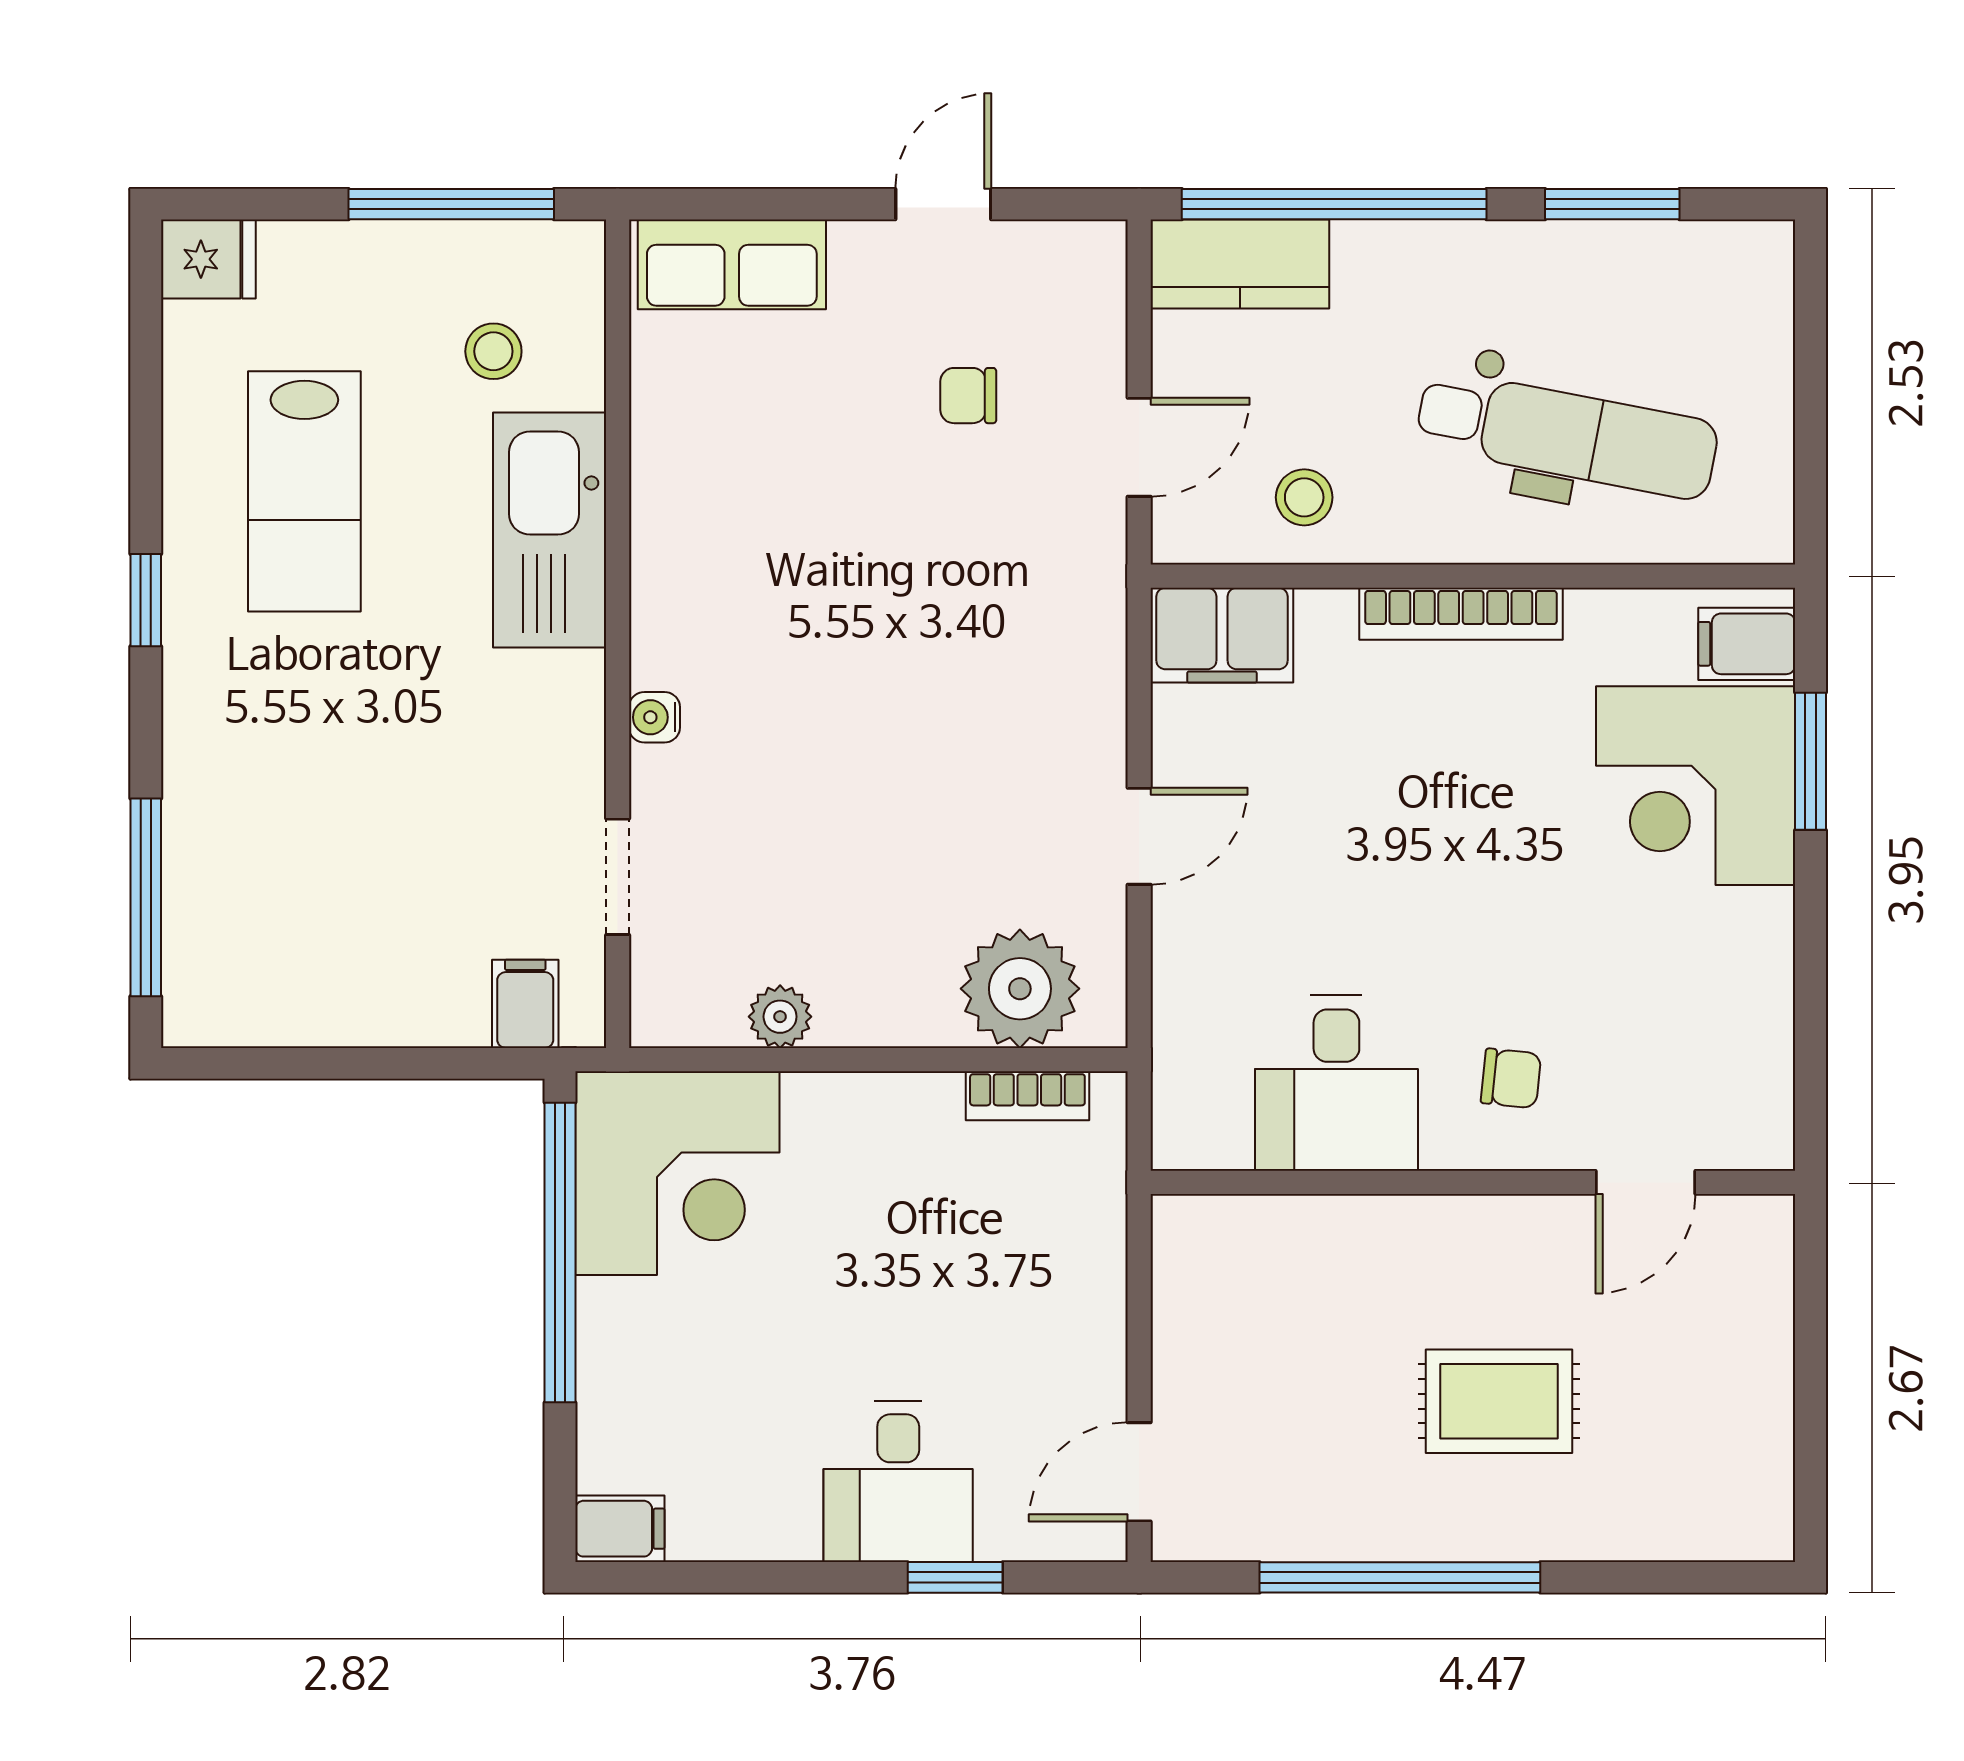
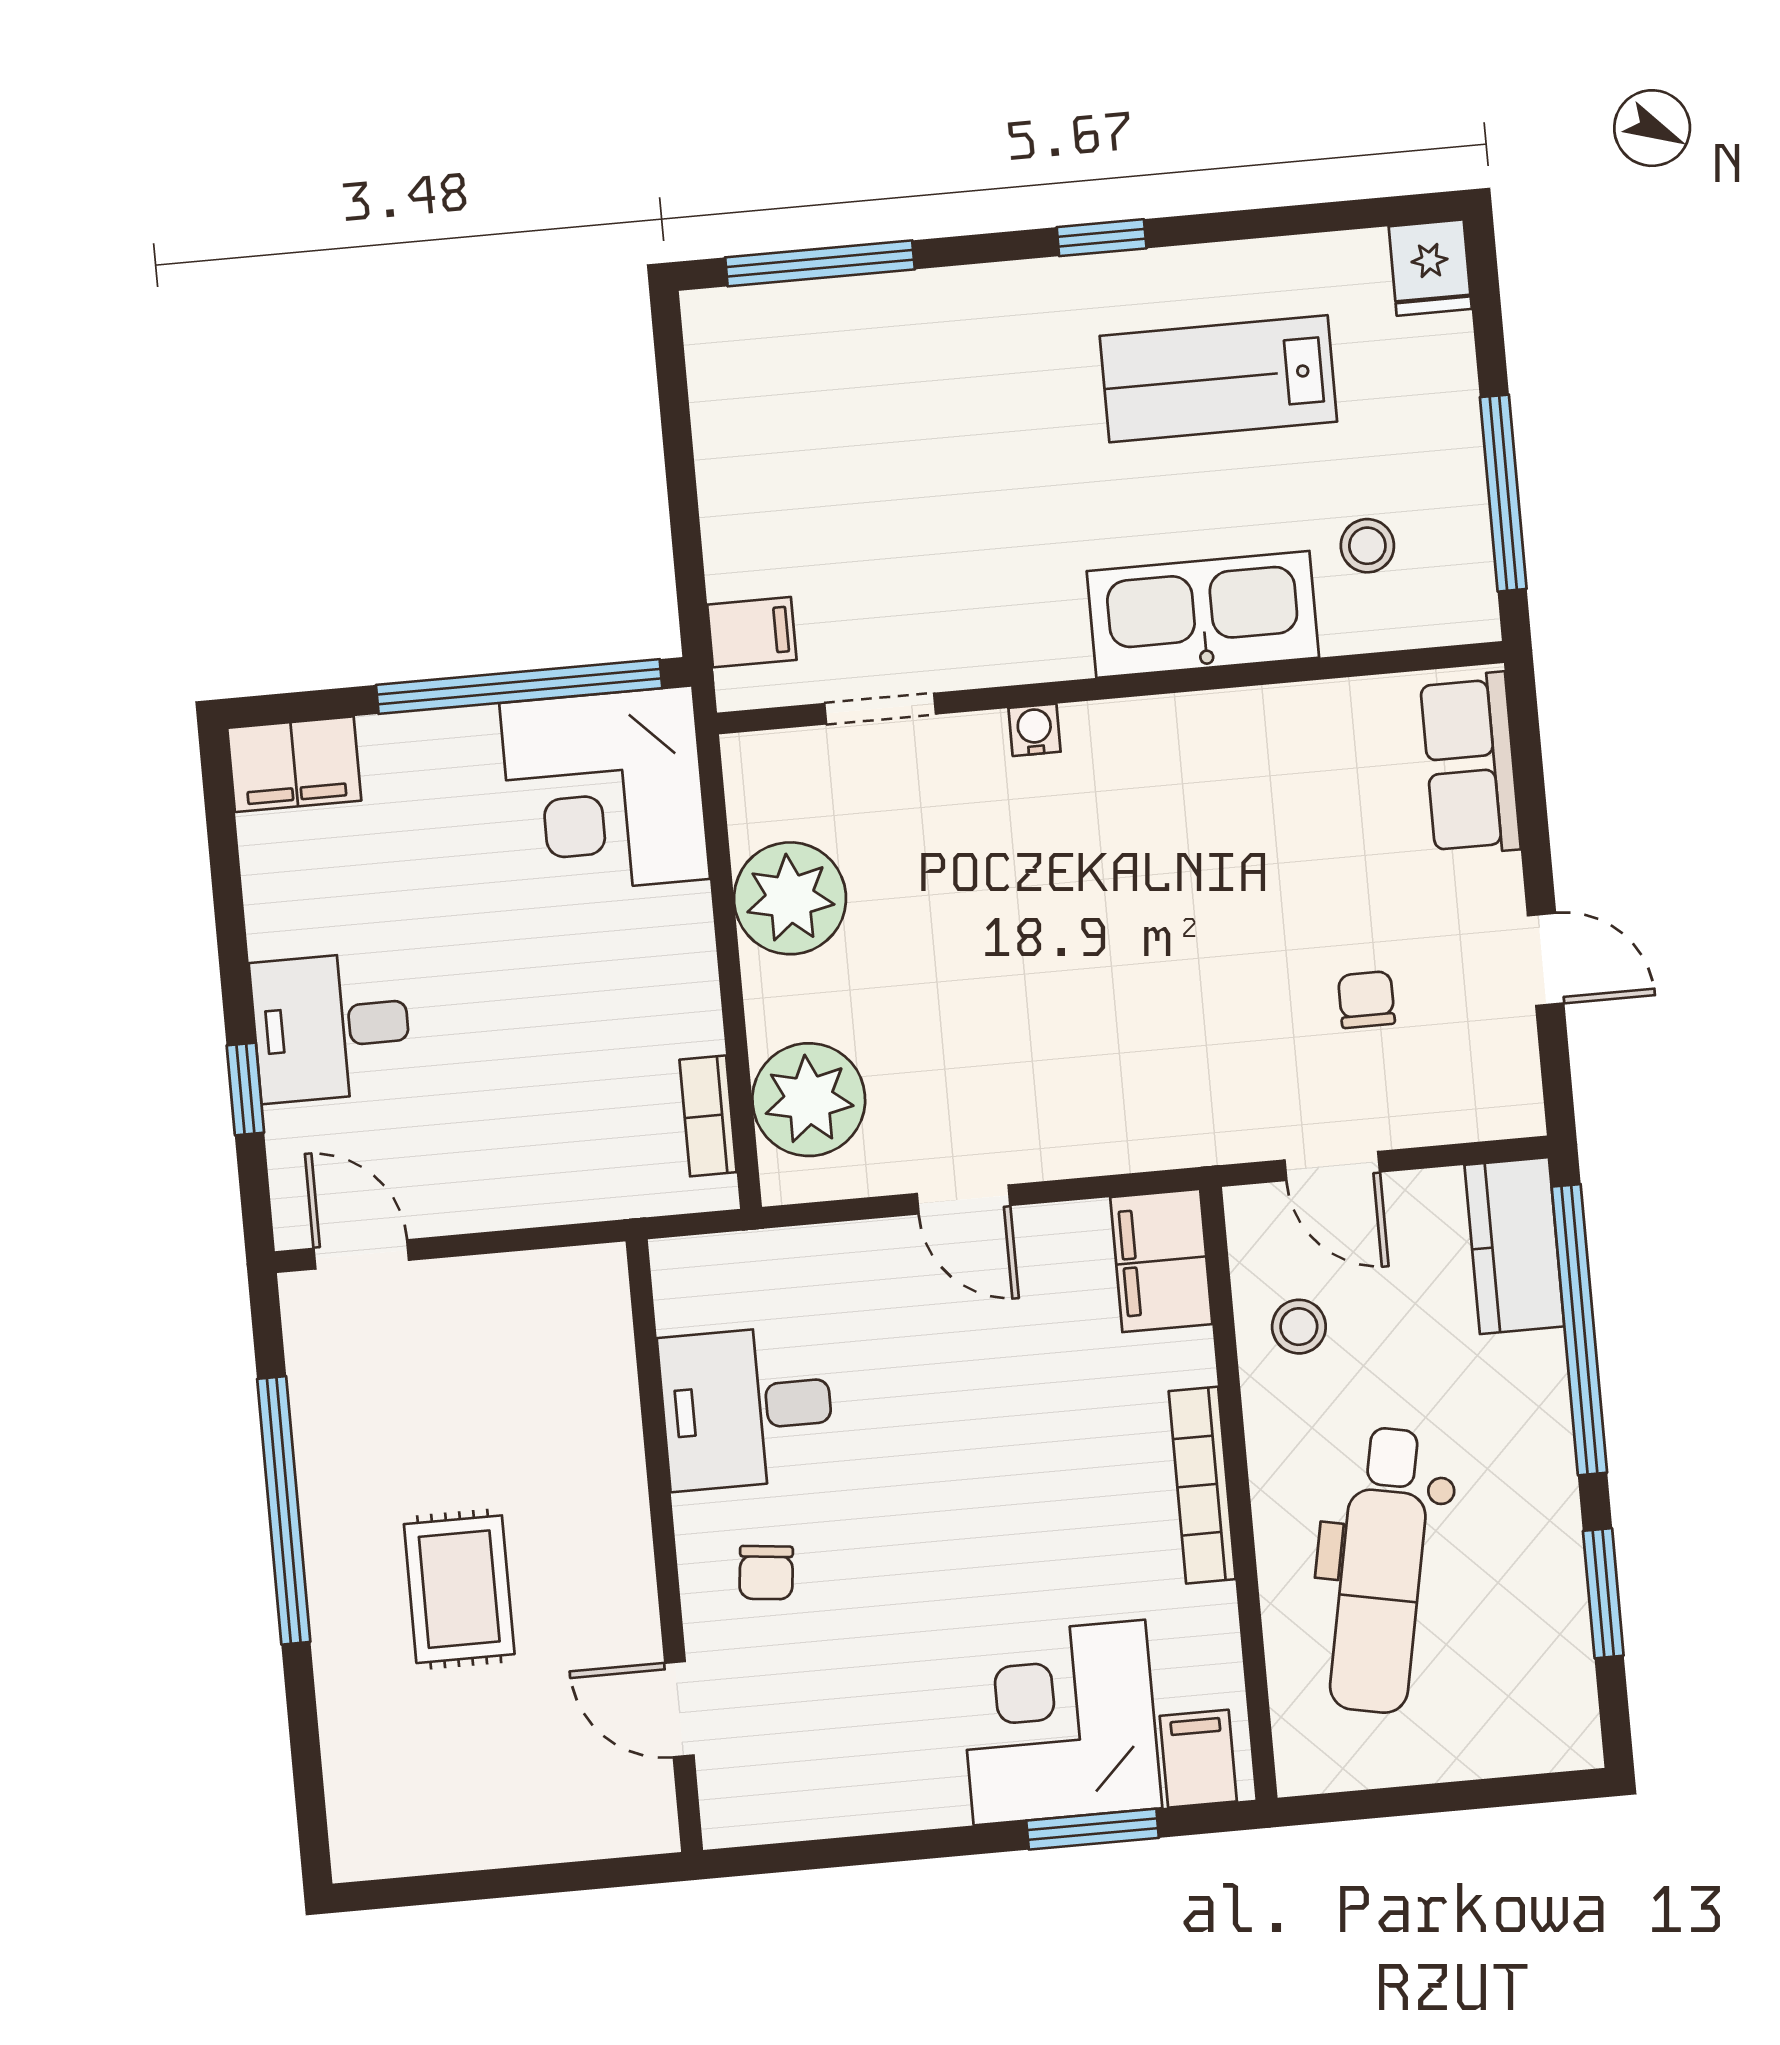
plant: (780, 1017) -> (790, 898), width x1.87, depth x1.87
filing cabinet: (620, 1529) -> (294, 764), width x2.00

